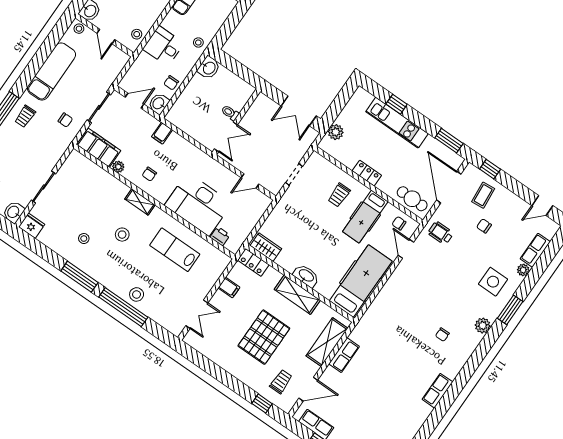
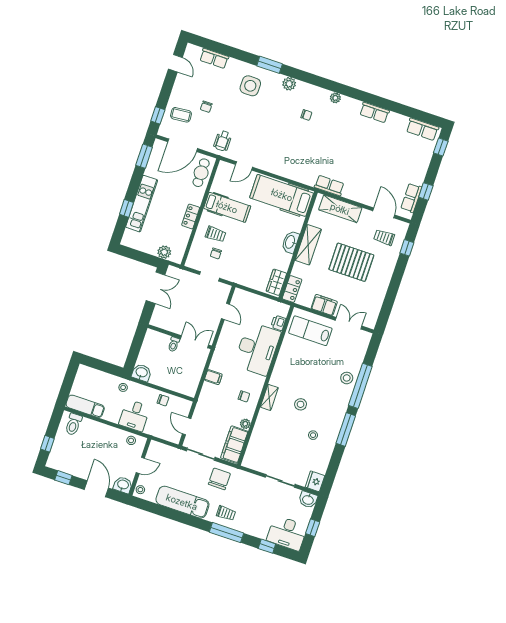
washbasin: (159, 104) -> (183, 406), removed
chair: (65, 120) -> (219, 479), width x1.87, depth x1.87
filing cabinet: (162, 133) -> (213, 377), moved
chair: (399, 223) -> (216, 253), moved
lab bench: (175, 250) -> (310, 331), moved, turned 90
plant: (523, 270) -> (335, 98), moved
filing cabinet: (229, 288) -> (324, 305), width x2.00
row of seats: (344, 355) -> (329, 186), moved
row of seats: (437, 391) -> (374, 112), moved

